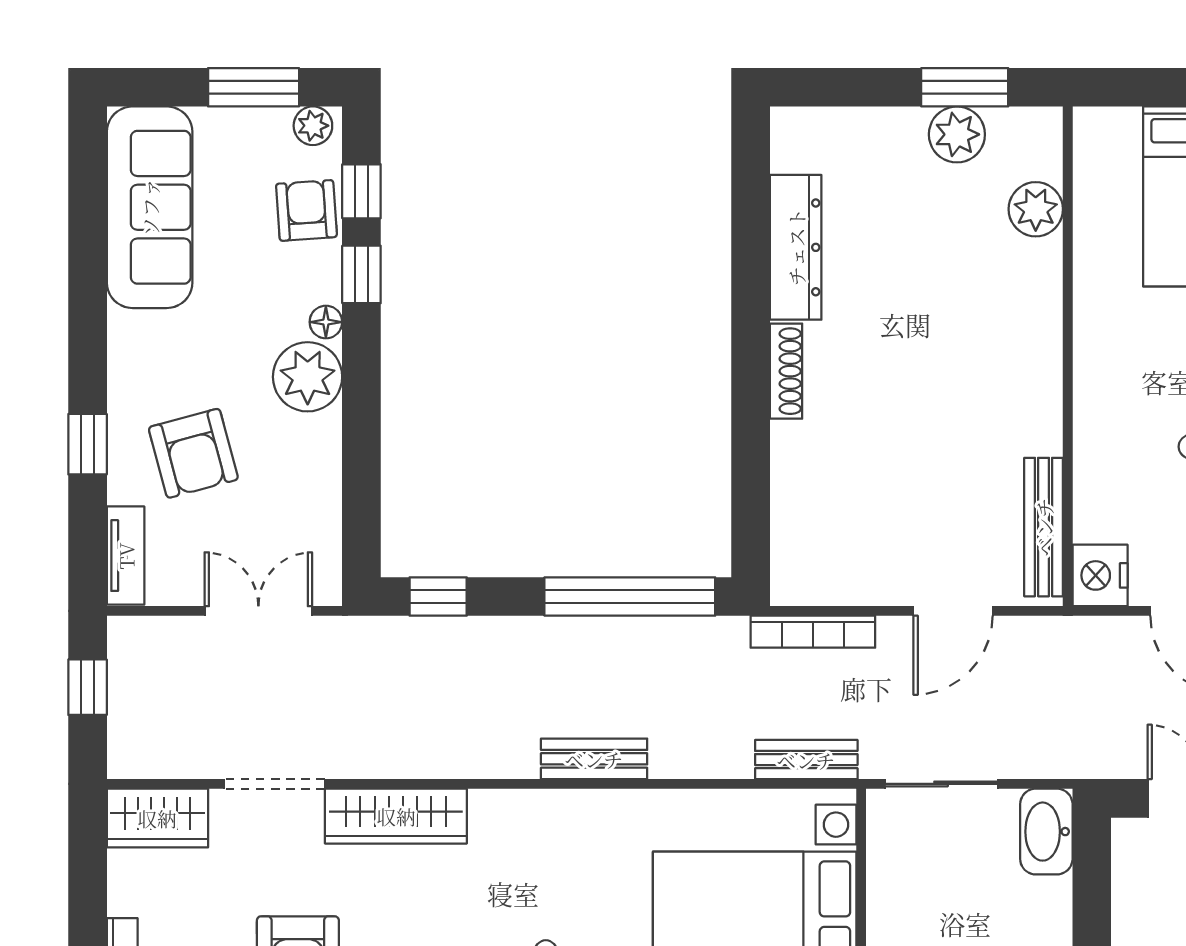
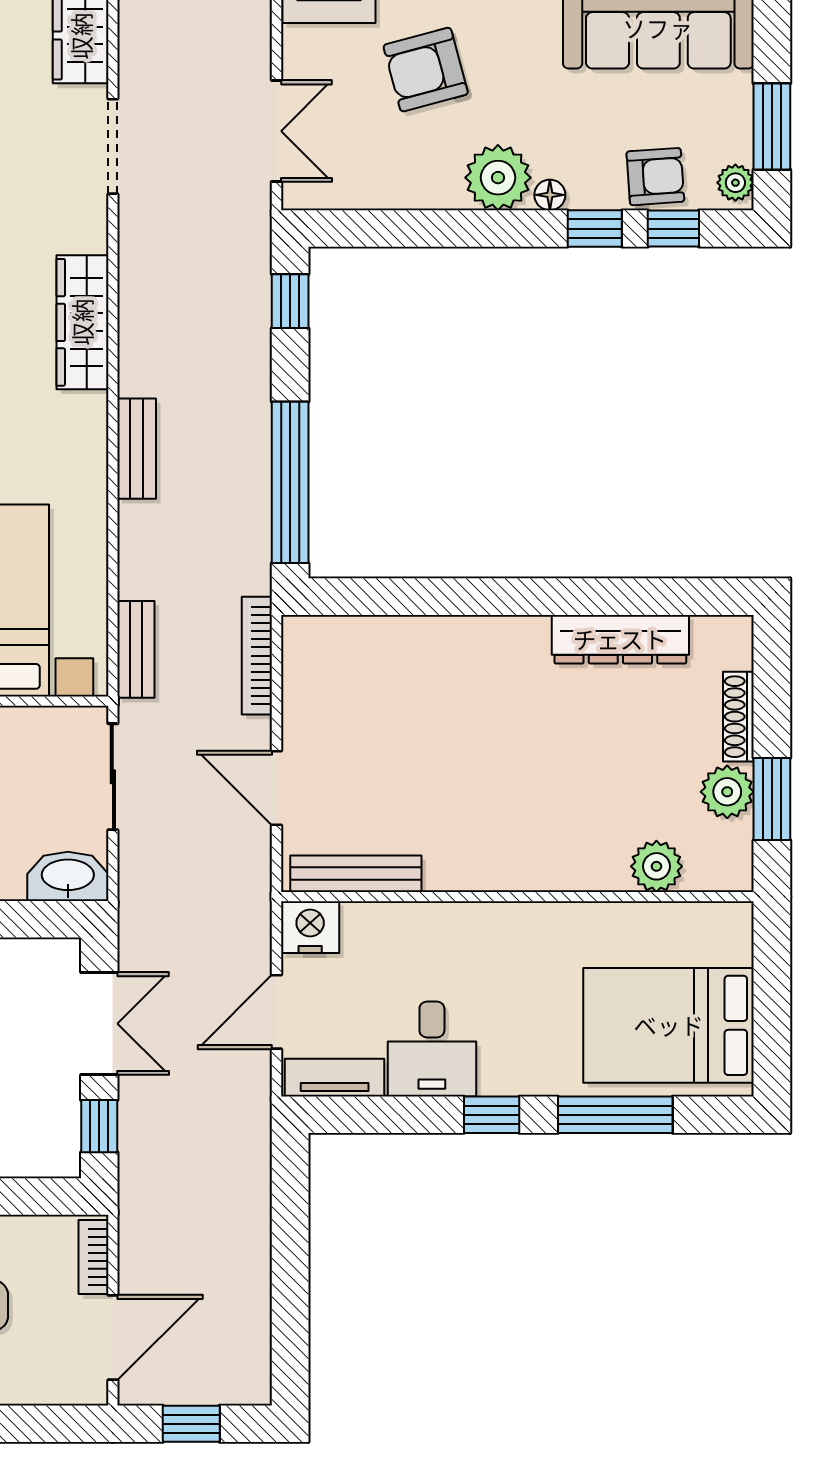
shoe rack: (786, 371) -> (738, 717), moved, turned 90
wardrobe: (396, 816) -> (82, 322), moved

